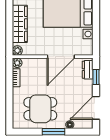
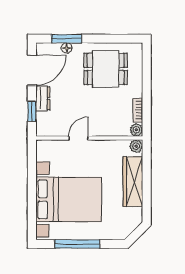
door: (61, 57) -> (78, 138), width x0.53
dresser: (88, 70) -> (43, 98), moved
window: (53, 132) -> (67, 39), moved

